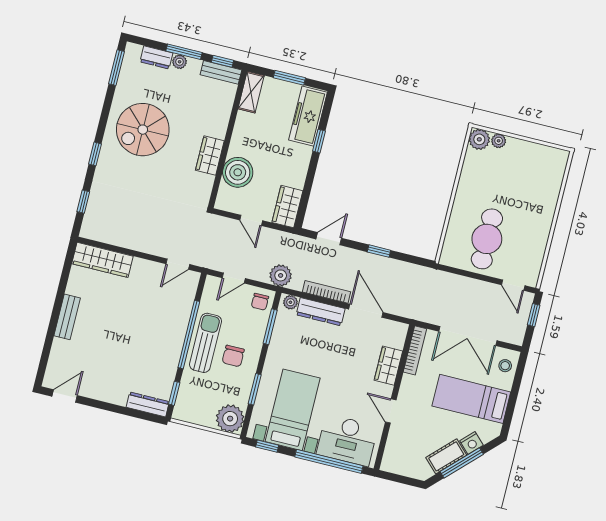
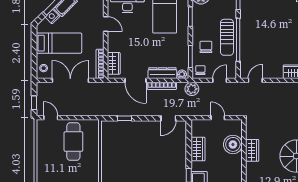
wardrobe: (287, 207) -> (198, 149), moved
window: (379, 251) -> (125, 118), moved
chair: (233, 356) -> (206, 47), moved
wardrobe: (388, 366) -> (114, 63), moved

